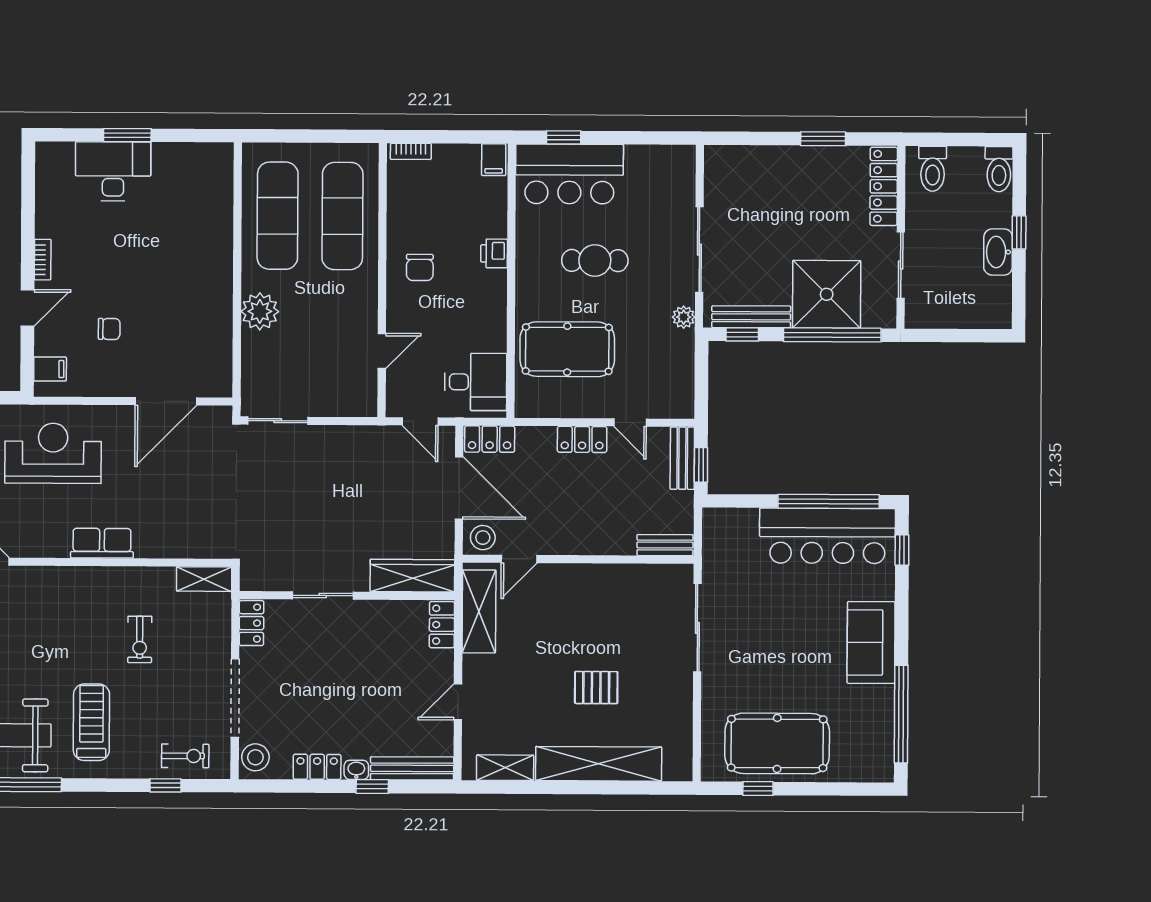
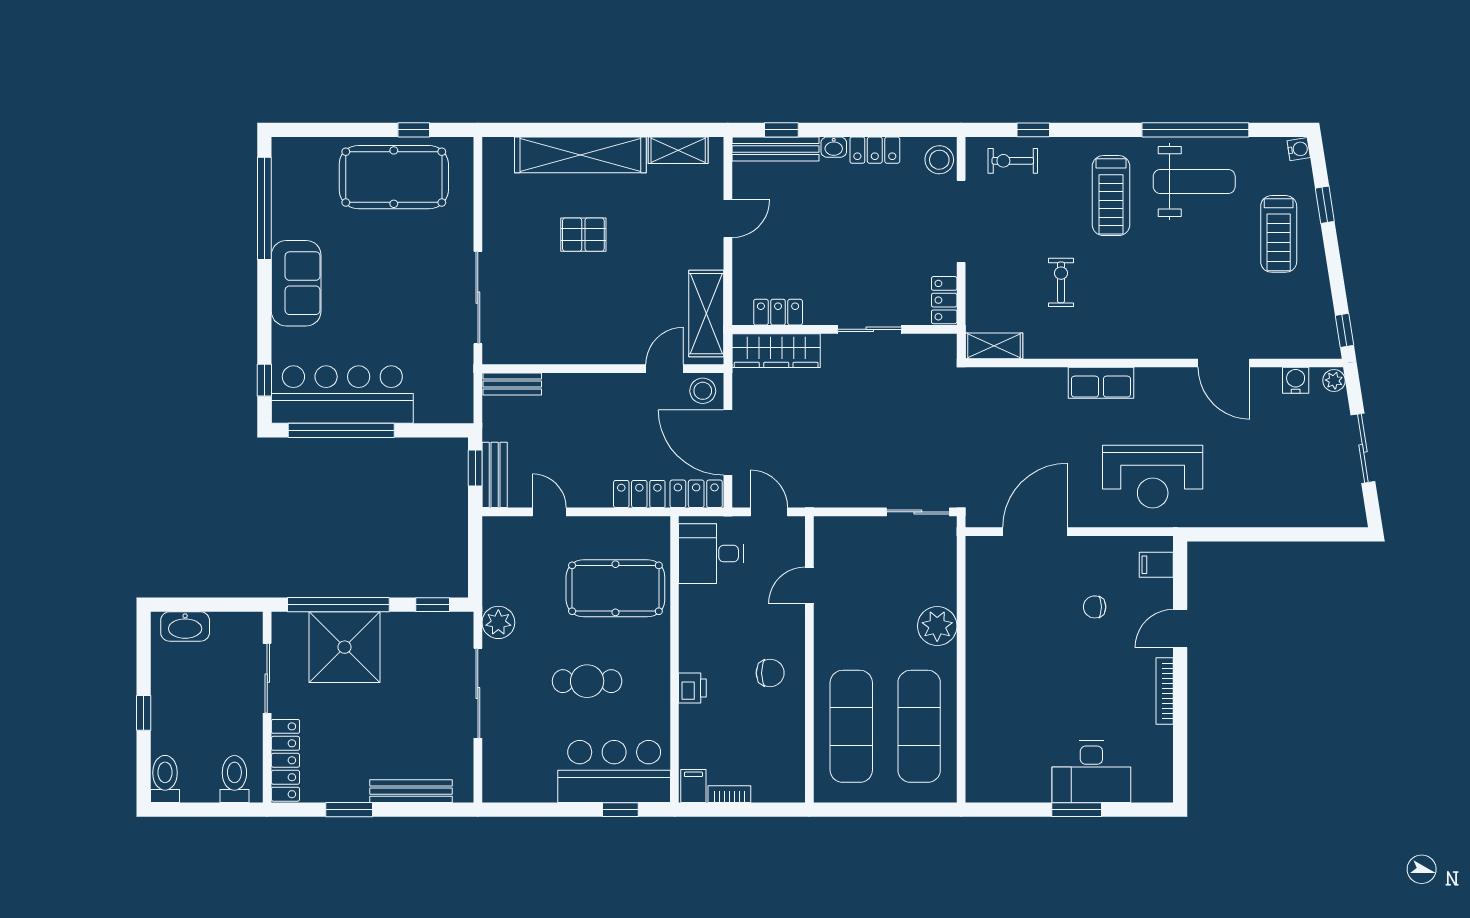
bookcase: (411, 151) -> (729, 794), moved
washbasin: (998, 252) -> (185, 626), moved, turned 90
bookcase: (43, 260) -> (1165, 691), width x1.56
chair: (420, 267) -> (770, 673), turned 90
plant: (684, 317) -> (498, 622), width x1.38, depth x1.38
bench: (751, 317) -> (411, 791), moved
locker: (582, 439) -> (639, 494), moved
locker: (442, 625) -> (778, 312), moved, turned -90
window: (372, 786) -> (781, 130), moved

